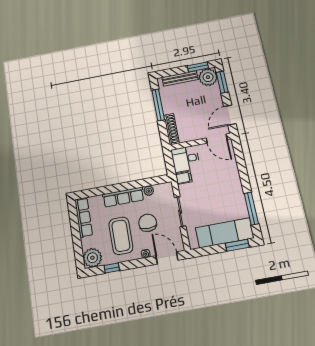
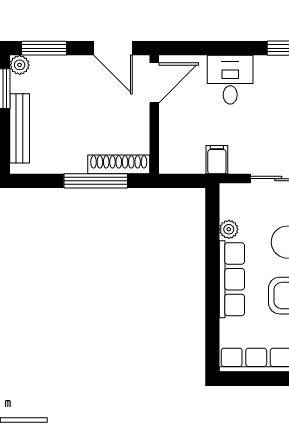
plant: (208, 77) -> (20, 65), width x0.53, depth x0.53
window: (158, 105) -> (96, 181), moved
desk: (185, 159) -> (230, 80), moved, turned 180

